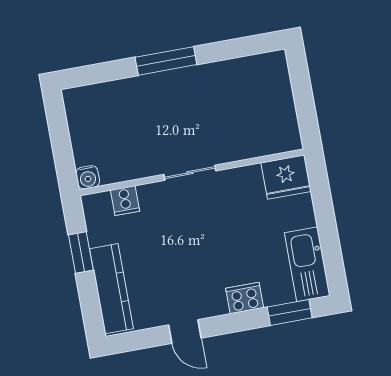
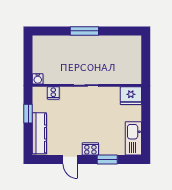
cooker: (245, 298) -> (90, 149), moved
window: (290, 312) -> (107, 160), moved

